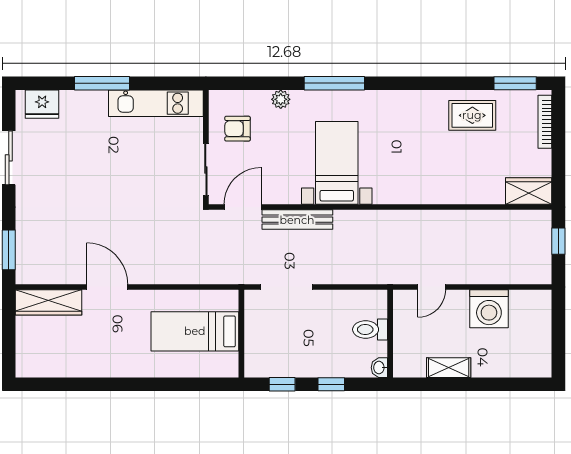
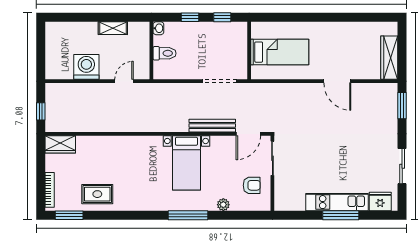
kitchen unit: (156, 103) -> (337, 202), moved
wardrobe: (48, 302) -> (389, 58), moved, turned -90

